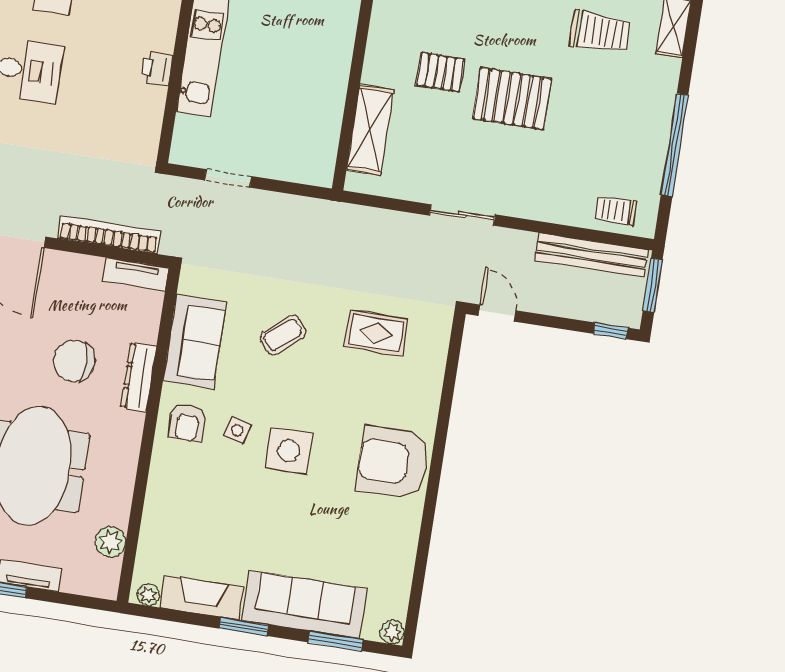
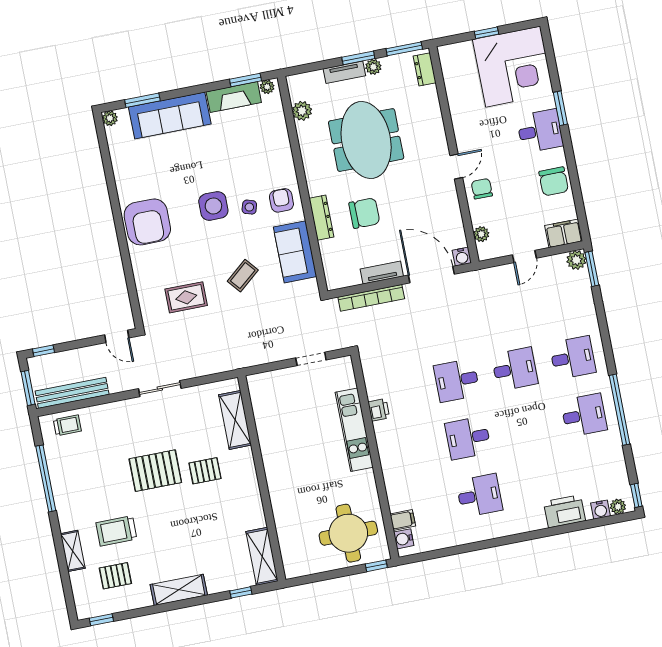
tv unit: (136, 274) -> (382, 273), moved
armchair: (393, 462) -> (147, 222), turned 90
window: (244, 627) -> (246, 80), moved

